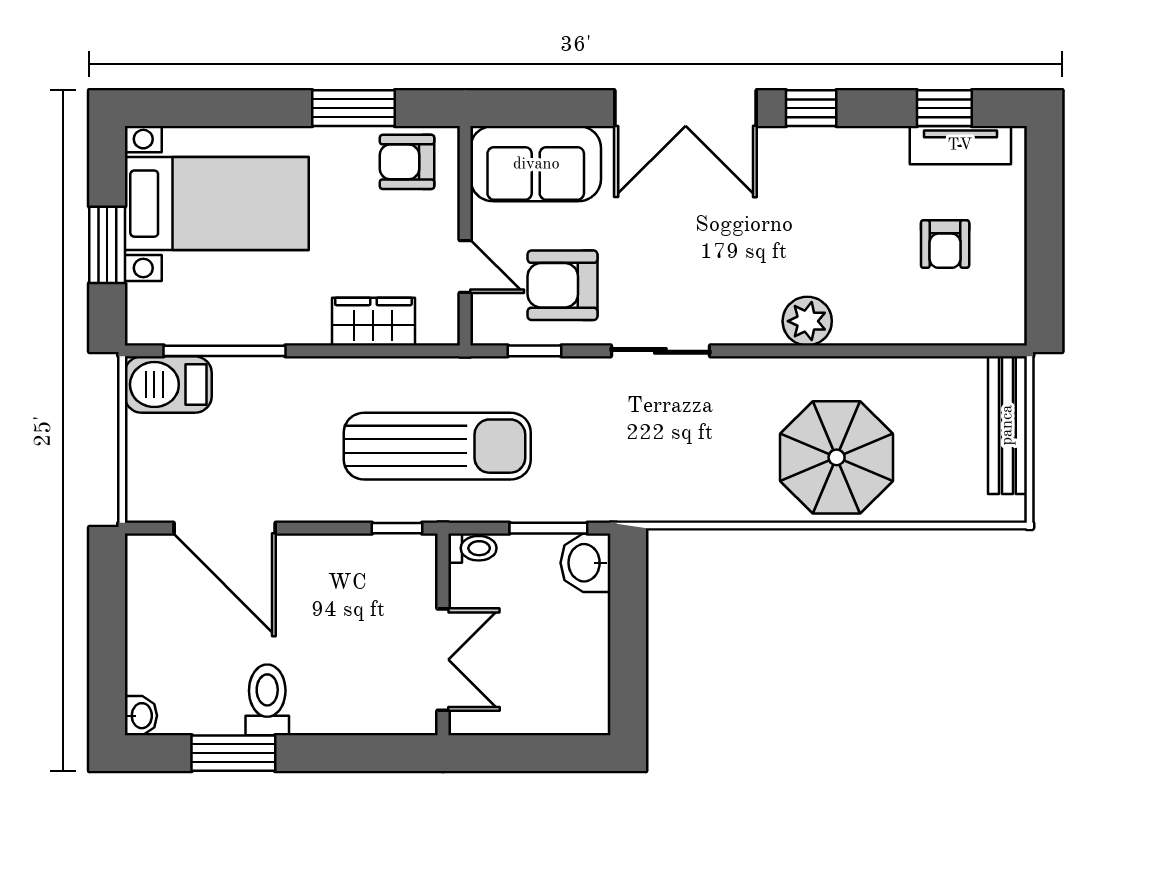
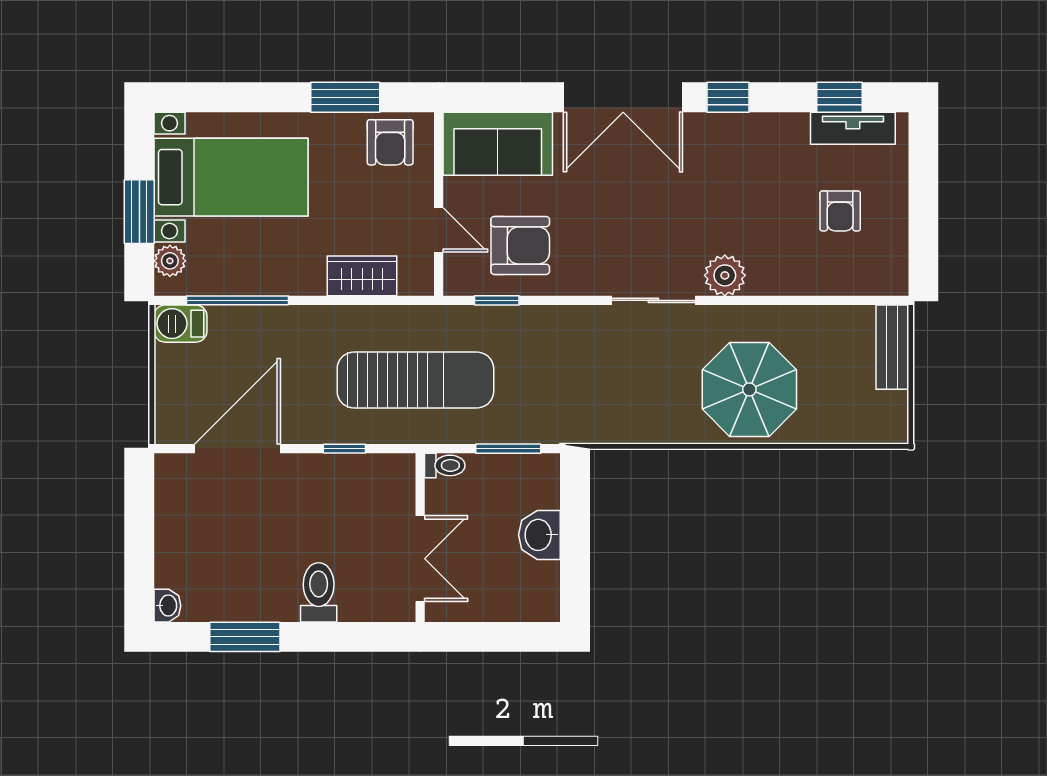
armchair: (407, 162) -> (390, 142), turned -90
armchair: (563, 285) -> (520, 245), turned 180
plant: (144, 304) -> (170, 261), added
sliding door: (660, 351) -> (653, 300), moved
barbecue: (168, 385) -> (180, 324), width x0.73, depth x0.79
bench: (1007, 425) -> (892, 347), width x0.73
door: (225, 528) -> (238, 449), swing flipped
window: (397, 528) -> (344, 449), moved
washbasin: (586, 563) -> (539, 535), moved
toilet: (267, 700) -> (319, 592), moved

